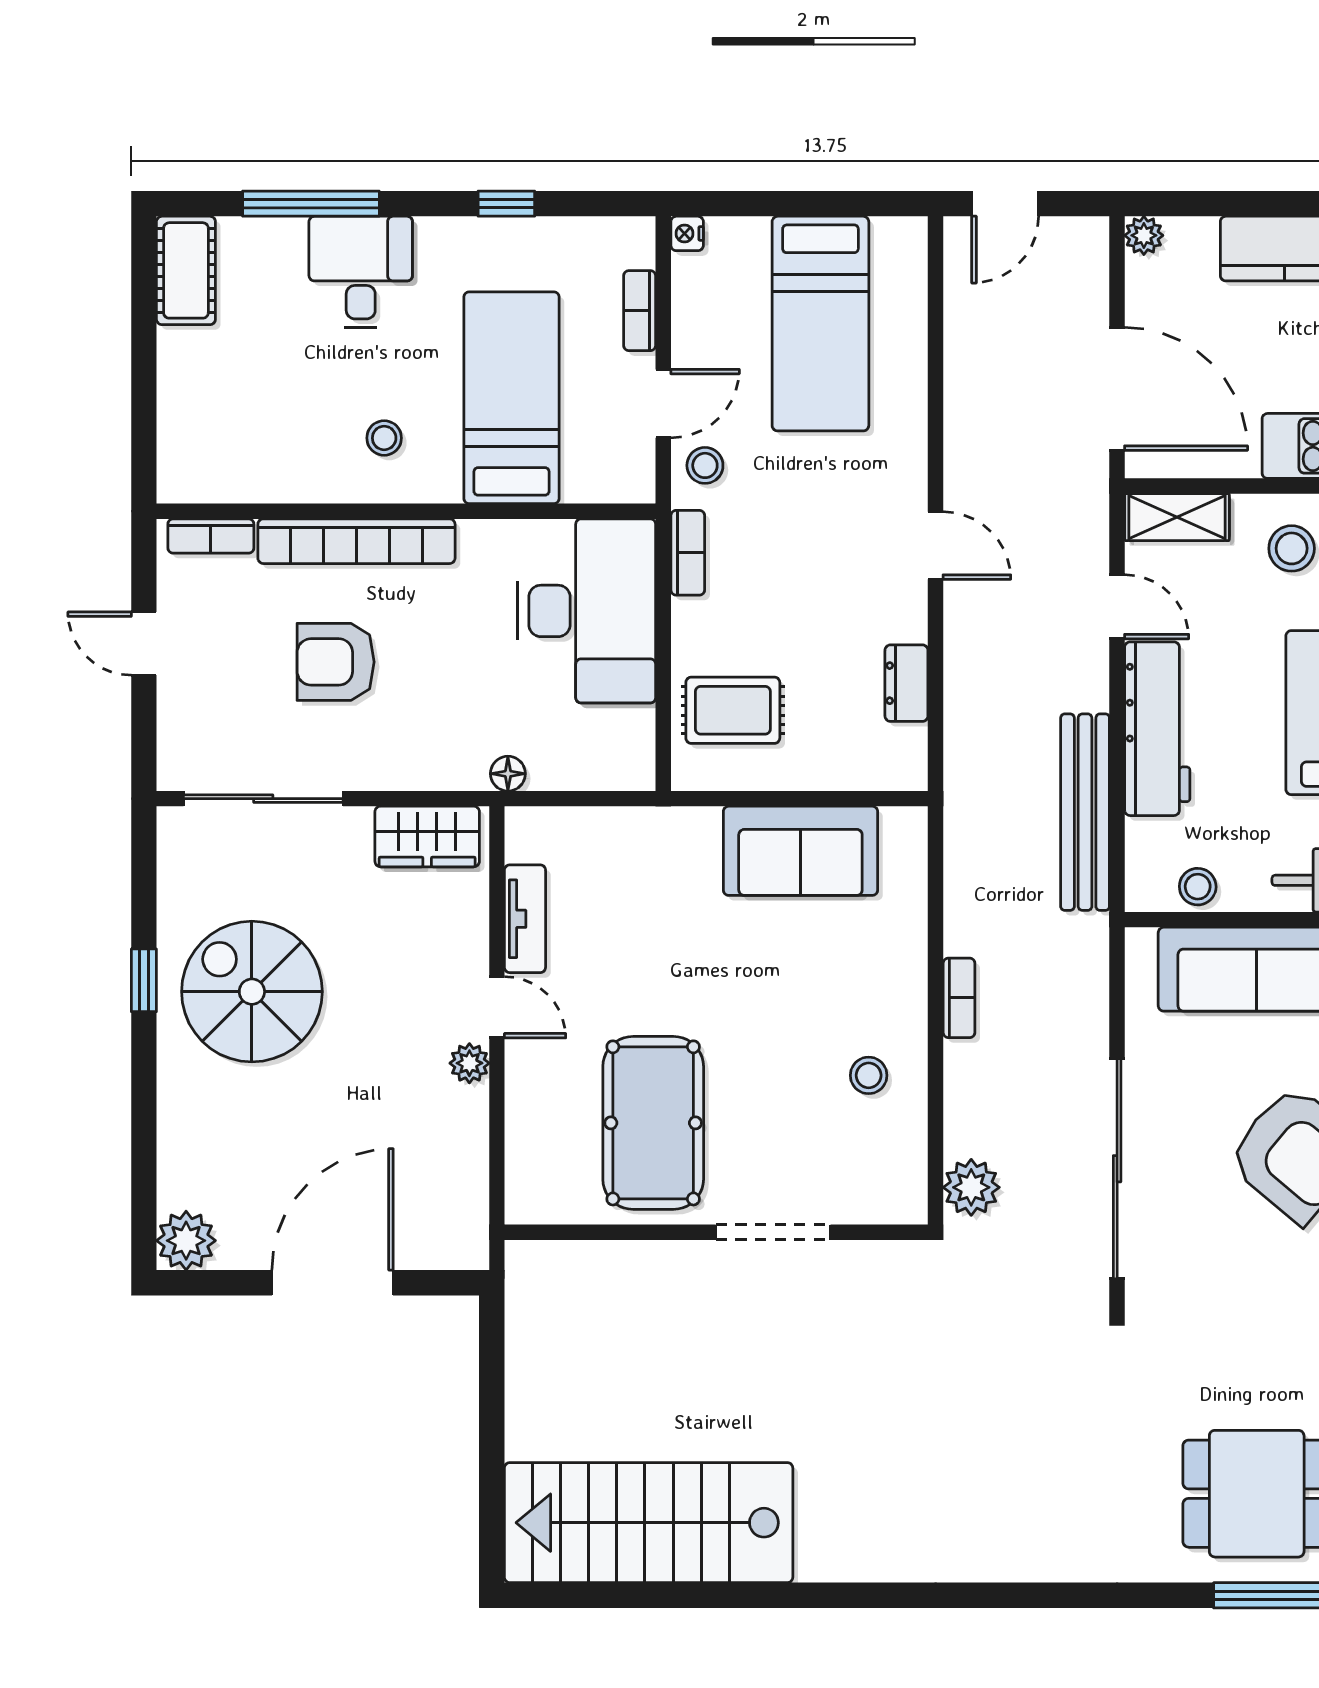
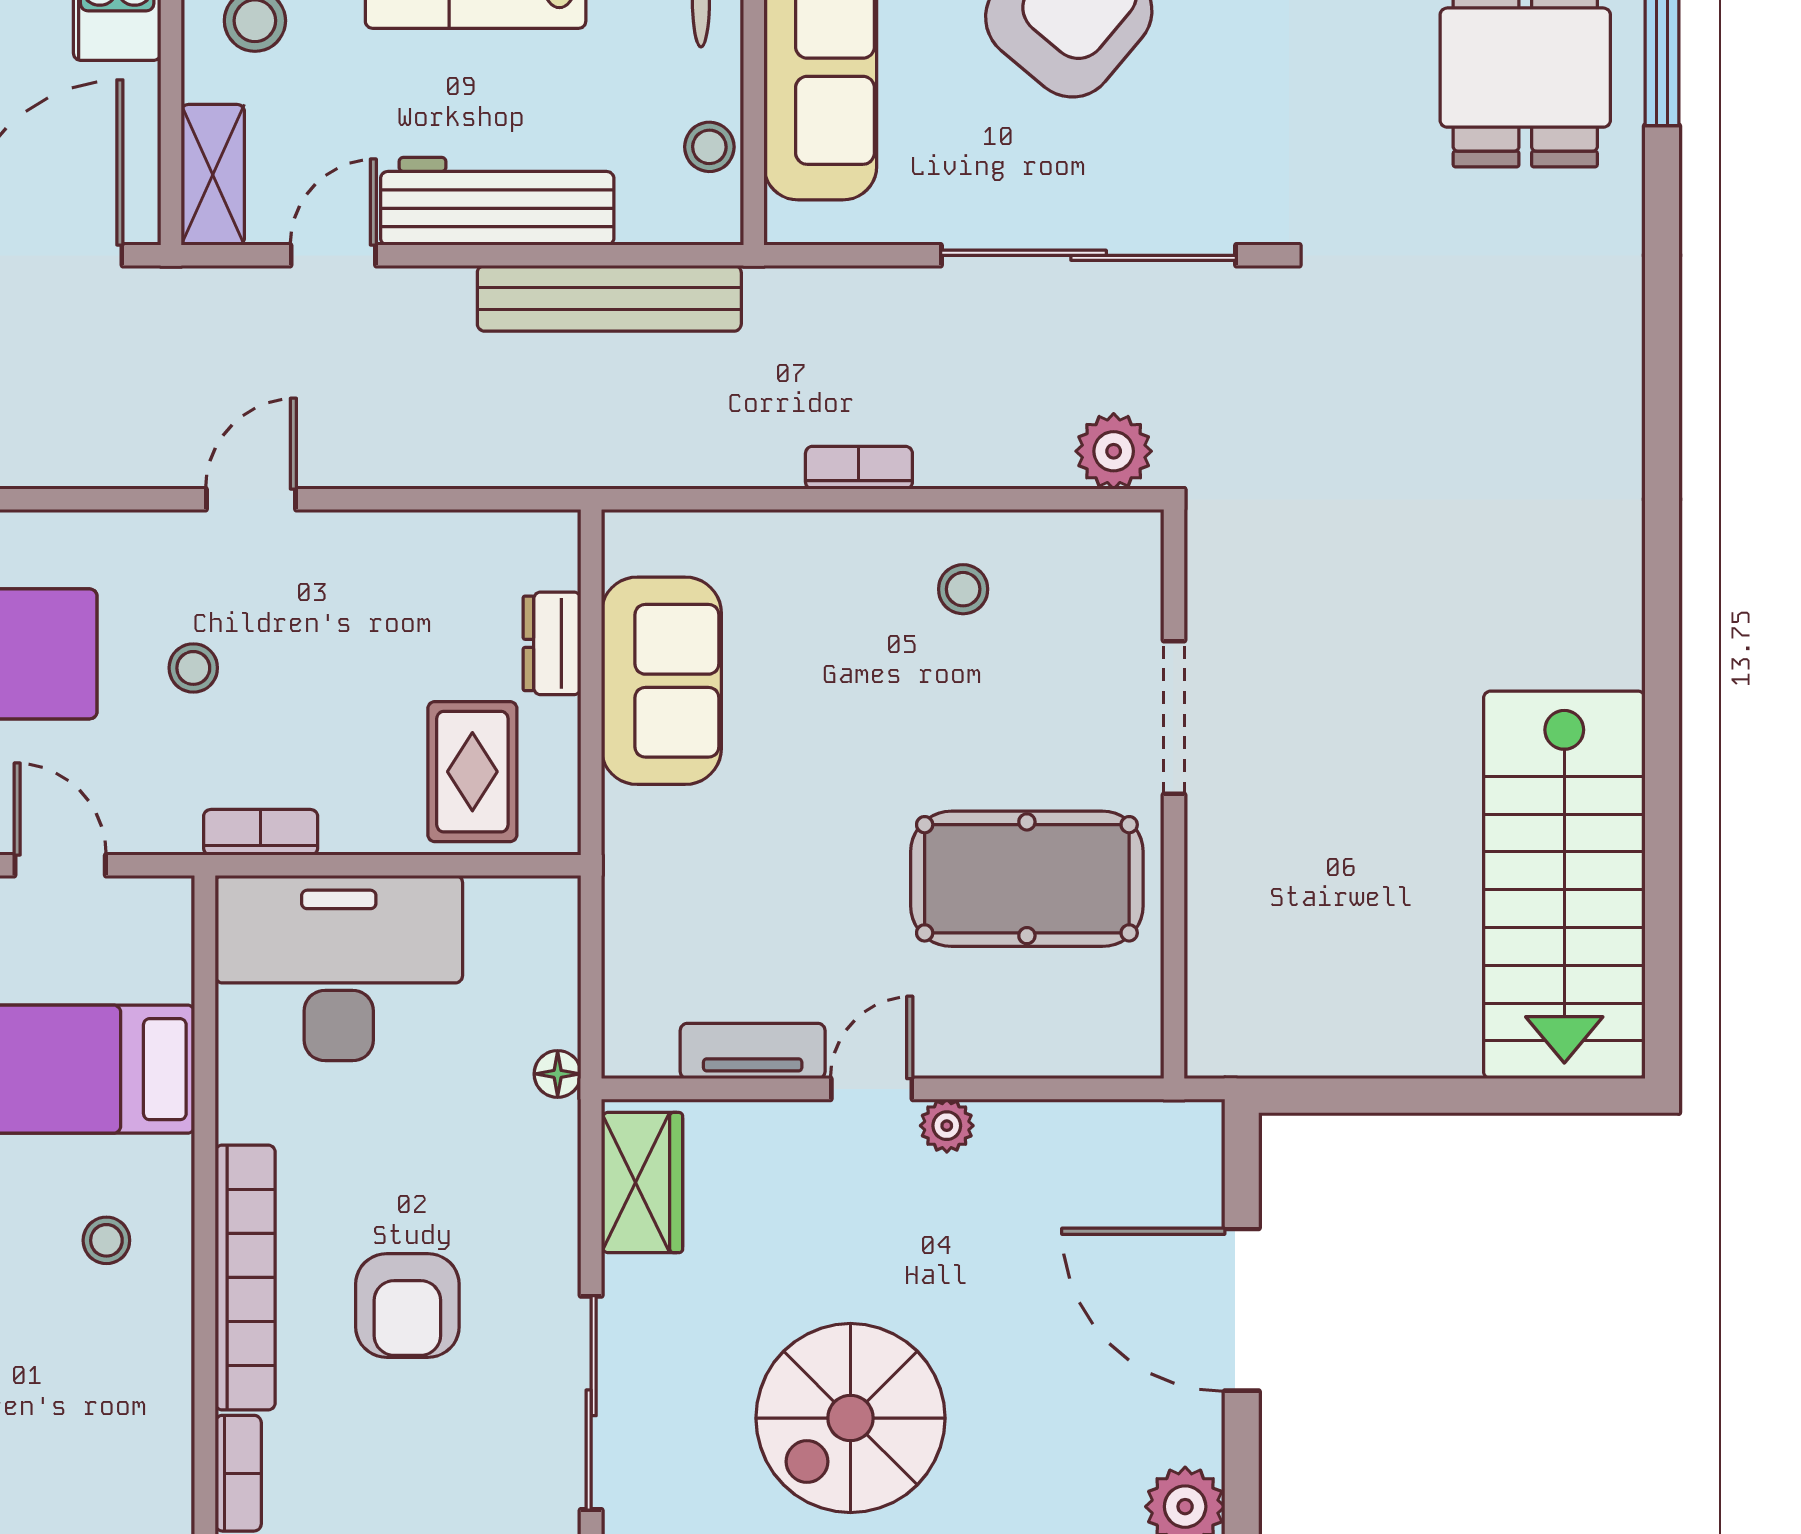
stool: (705, 465) -> (193, 668), moved
dresser: (906, 683) -> (552, 643), moved, turned 90

